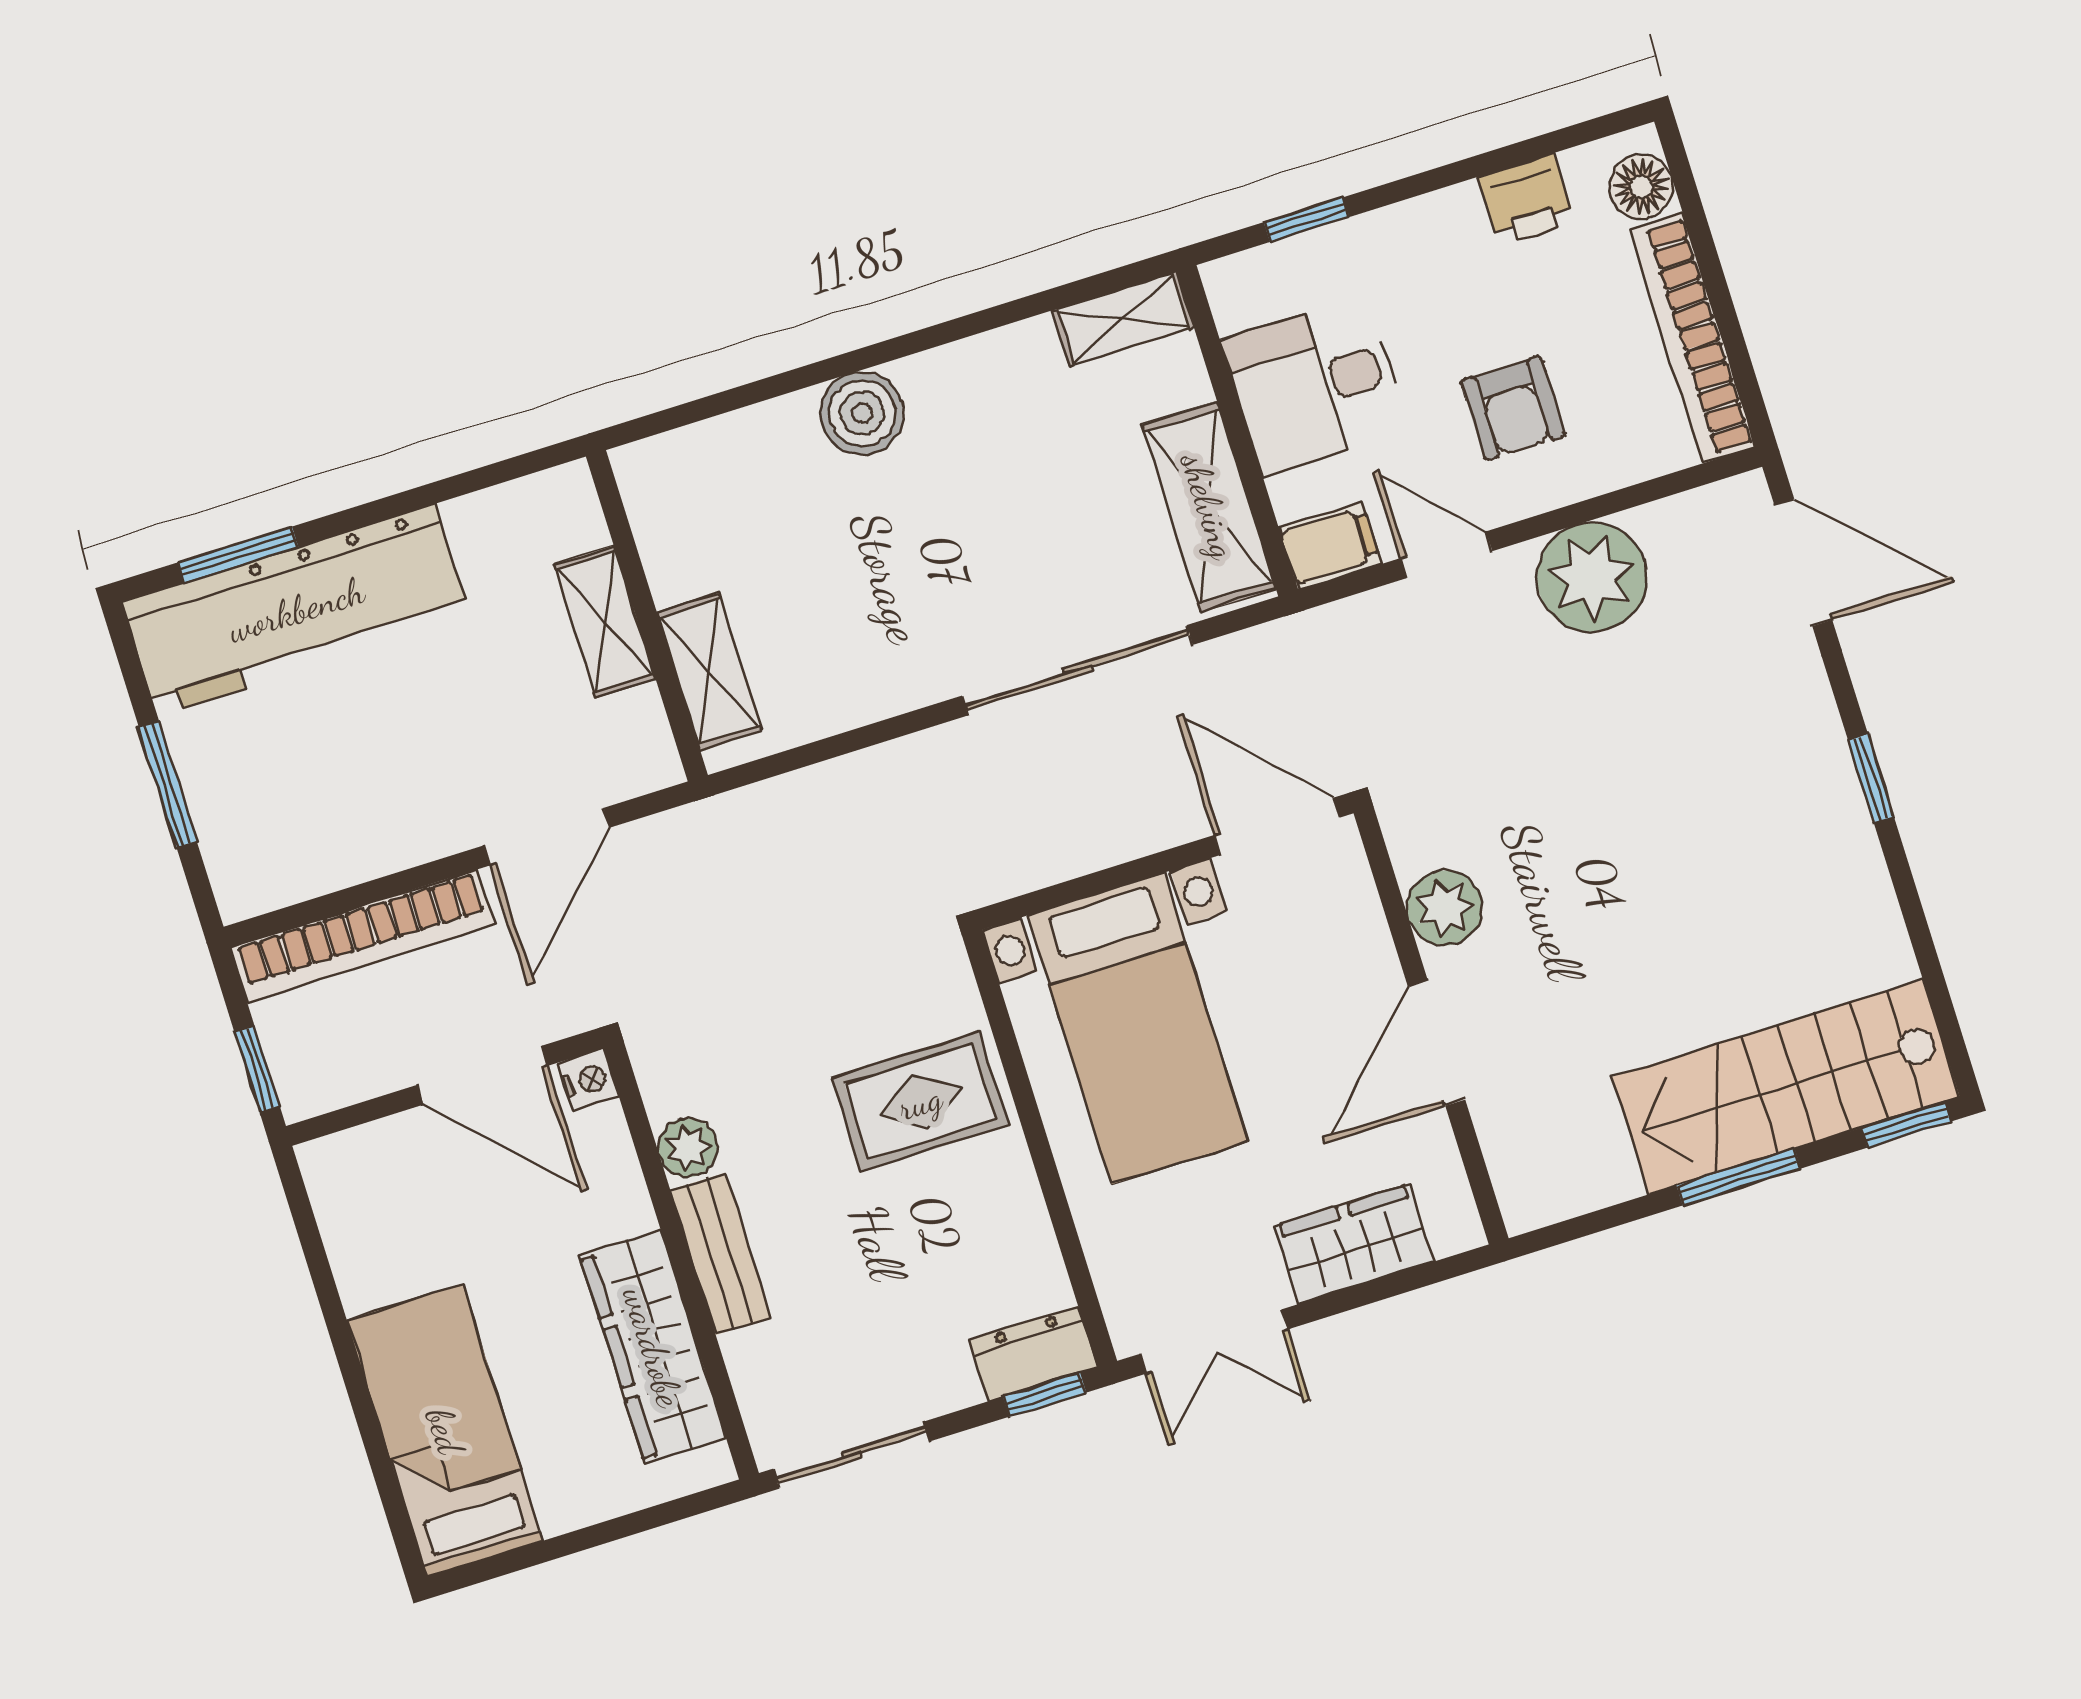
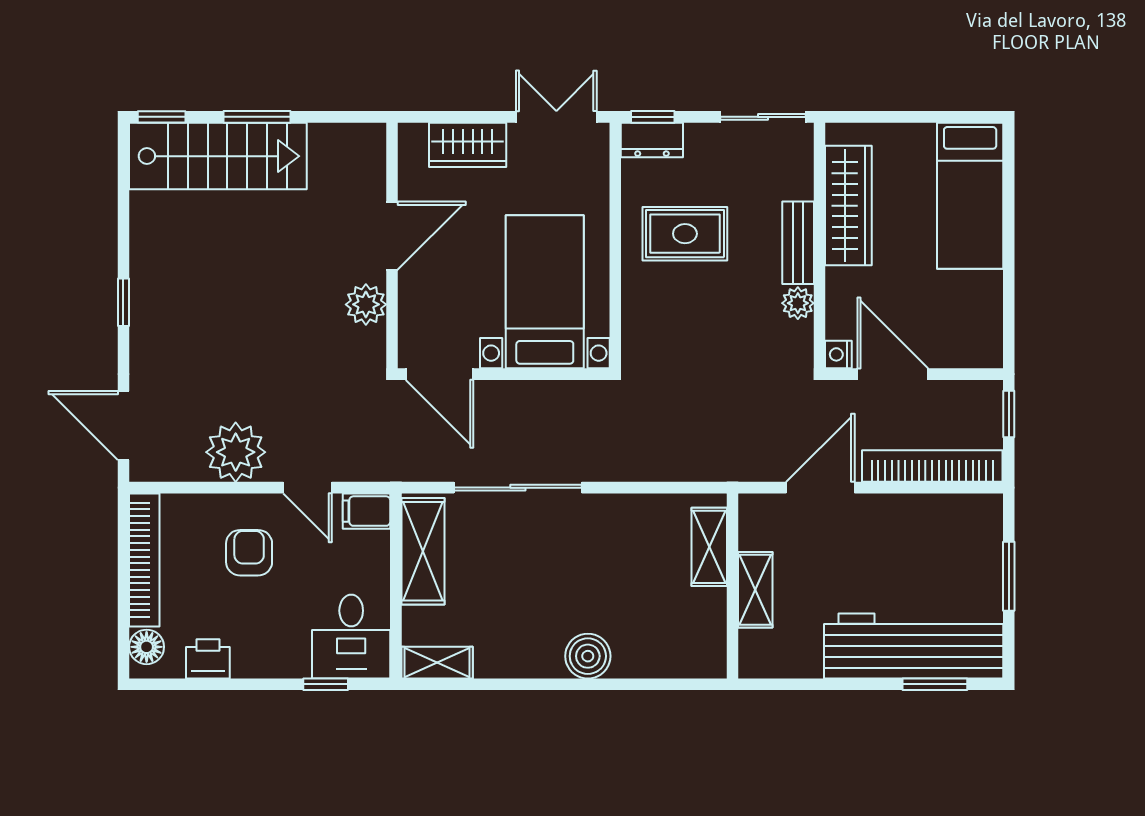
desk: (1315, 386) -> (351, 637), moved, turned 90
rug: (920, 1102) -> (685, 234), moved

